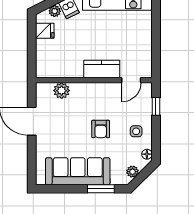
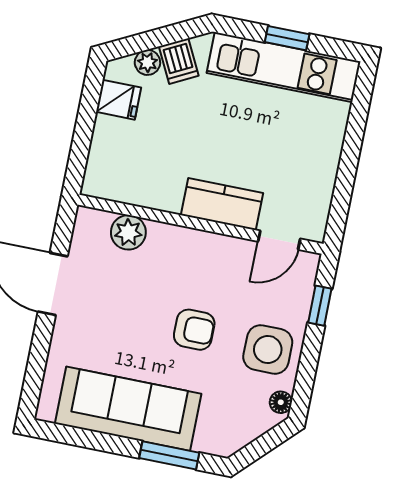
armchair: (101, 129) -> (194, 330), turned -90
side table: (136, 131) -> (268, 349), width x1.87, depth x1.87
plant: (133, 172) -> (243, 433), removed

